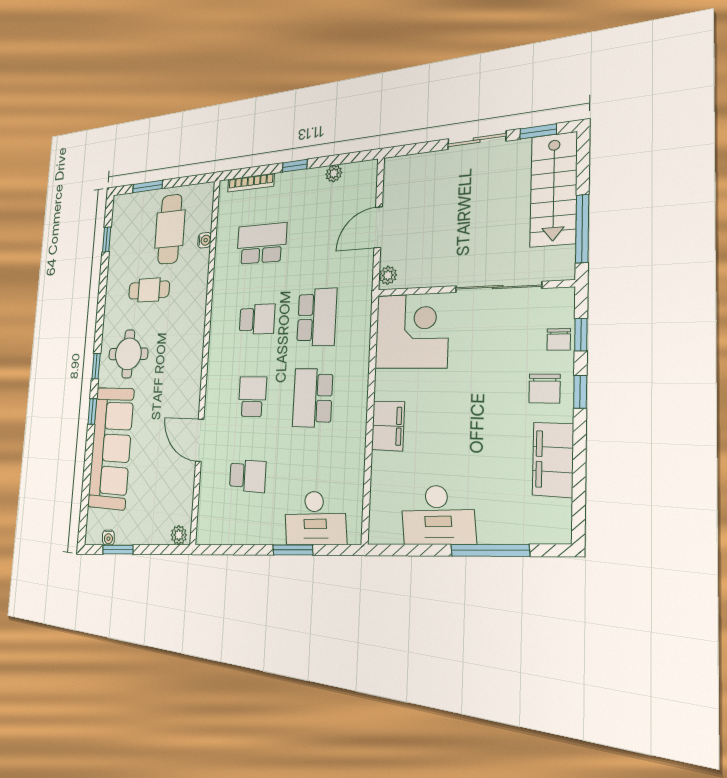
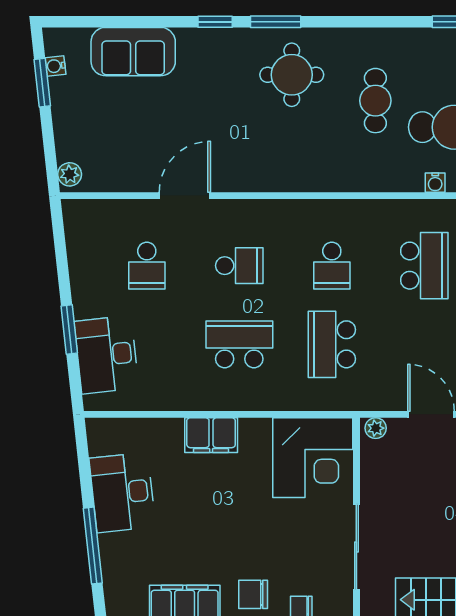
school desk: (317, 317) -> (332, 344), turned 90
window: (96, 366) -> (276, 22), width x1.50
sofa: (111, 448) -> (133, 52), width x0.54, depth x0.79

